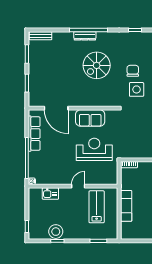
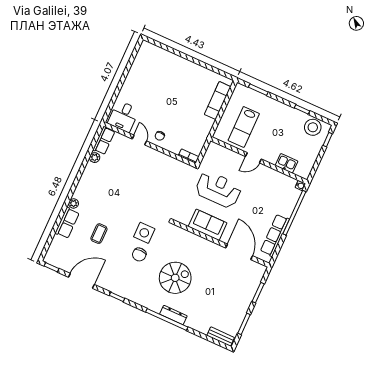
reception desk: (94, 149) -> (218, 189), turned 180
exam couch: (126, 206) -> (218, 101), moved
stool: (56, 232) -> (313, 127), moved

